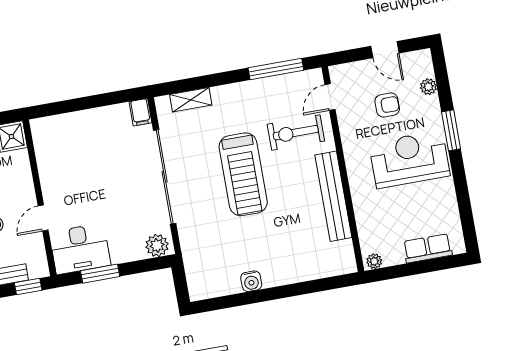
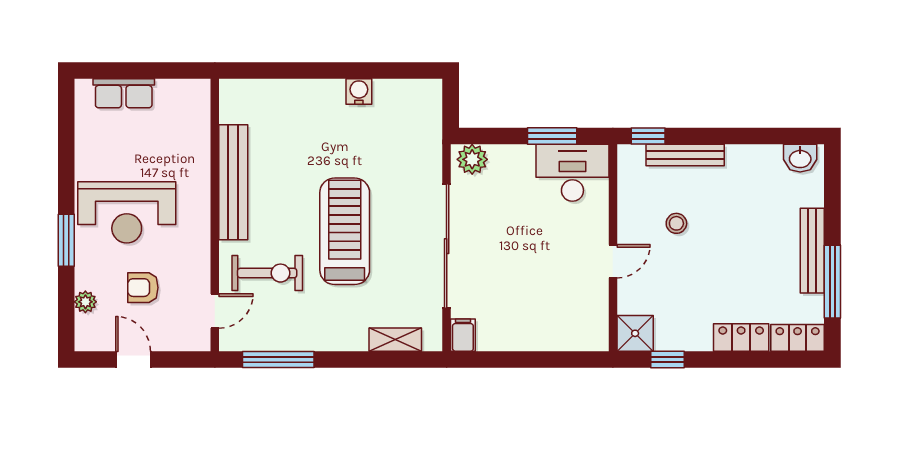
door: (43, 218) -> (613, 261), moved
plant: (374, 261) -> (196, 89), removed

